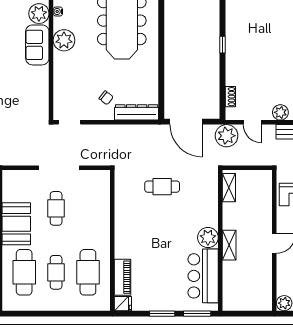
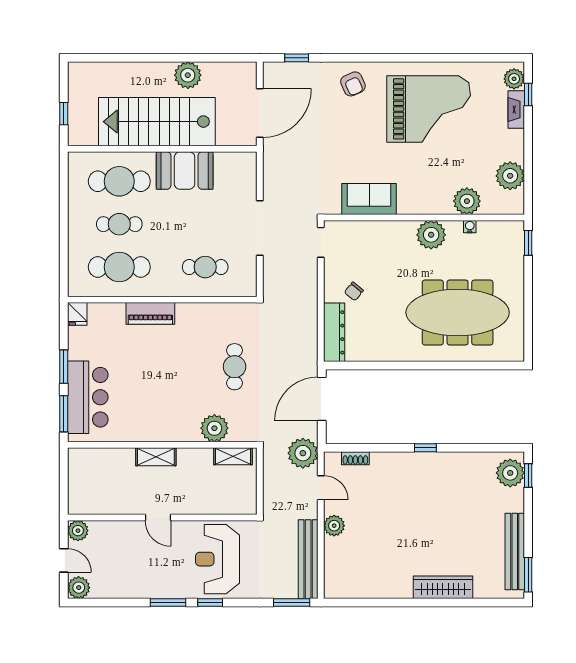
sofa: (37, 45) -> (369, 199), moved
door: (252, 122) -> (321, 488), swing flipped
cafe table: (56, 208) -> (205, 267), moved
plant: (208, 238) -> (214, 428), moved
bar counter: (203, 276) -> (88, 397), moved, turned 90
piano: (122, 277) -> (150, 313), moved

